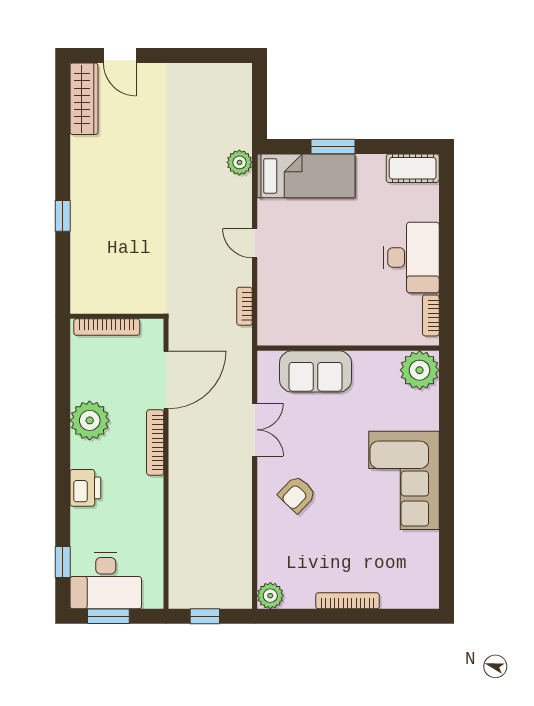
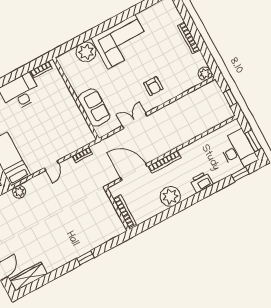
plant: (420, 370) -> (86, 52), moved
armchair: (297, 494) -> (153, 86), turned 46

